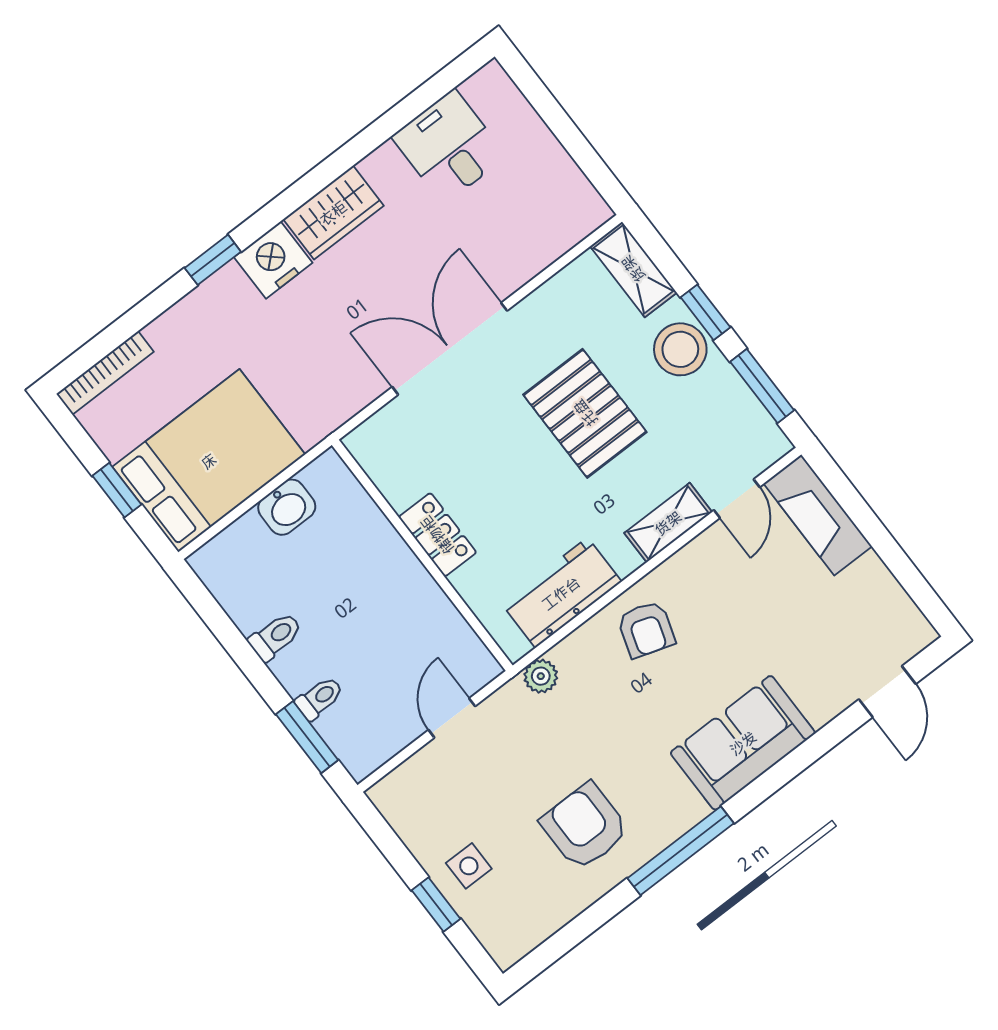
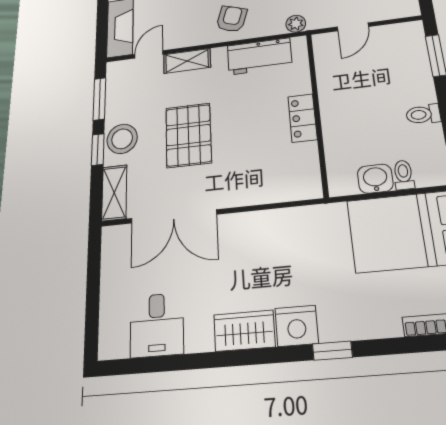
double door: (450, 349) -> (174, 216), moved
toilet: (319, 698) -> (404, 175), moved, turned 90

